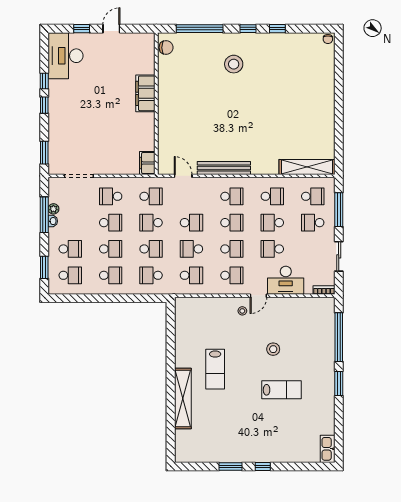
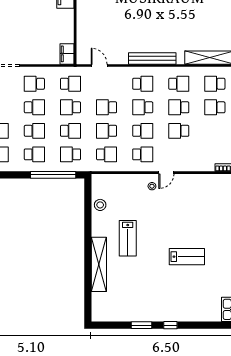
bench: (224, 168) -> (152, 58), moved
school desk: (313, 196) -> (215, 84), turned 180
school desk: (191, 223) -> (107, 107), turned 180
school desk: (232, 223) -> (143, 107), turned 180
desk: (286, 280) -> (191, 159), removed
window: (132, 298) -> (53, 175), added
stool: (273, 349) -> (100, 205), moved

